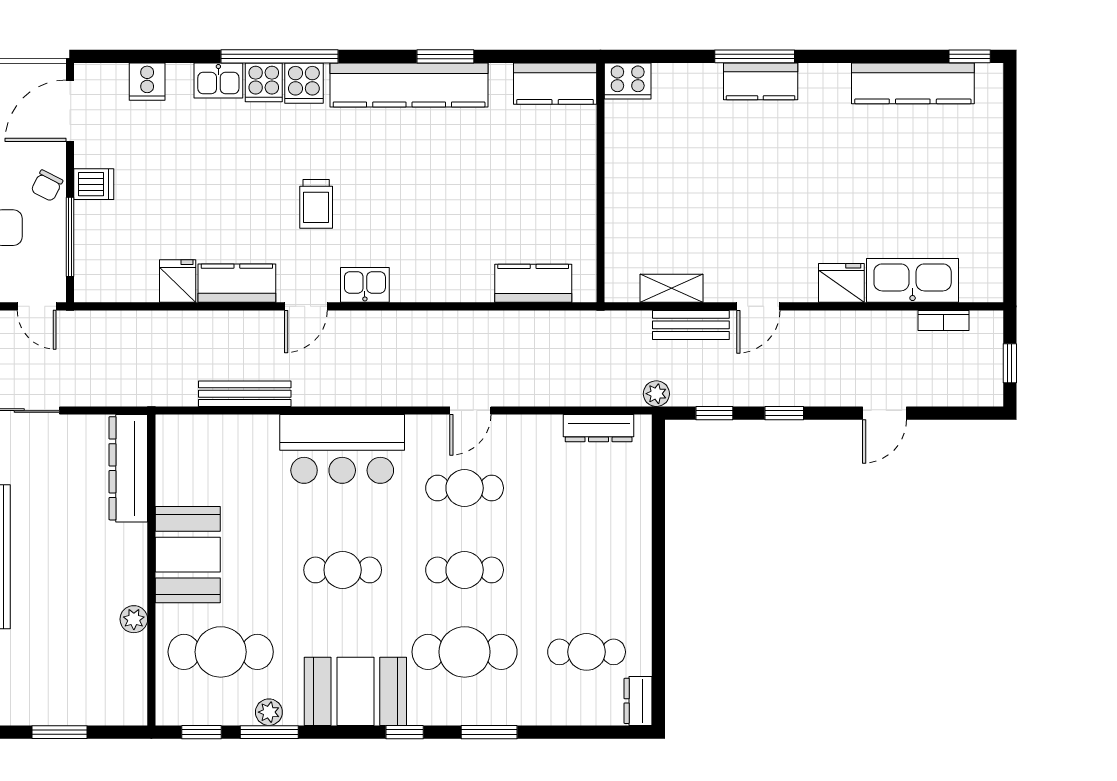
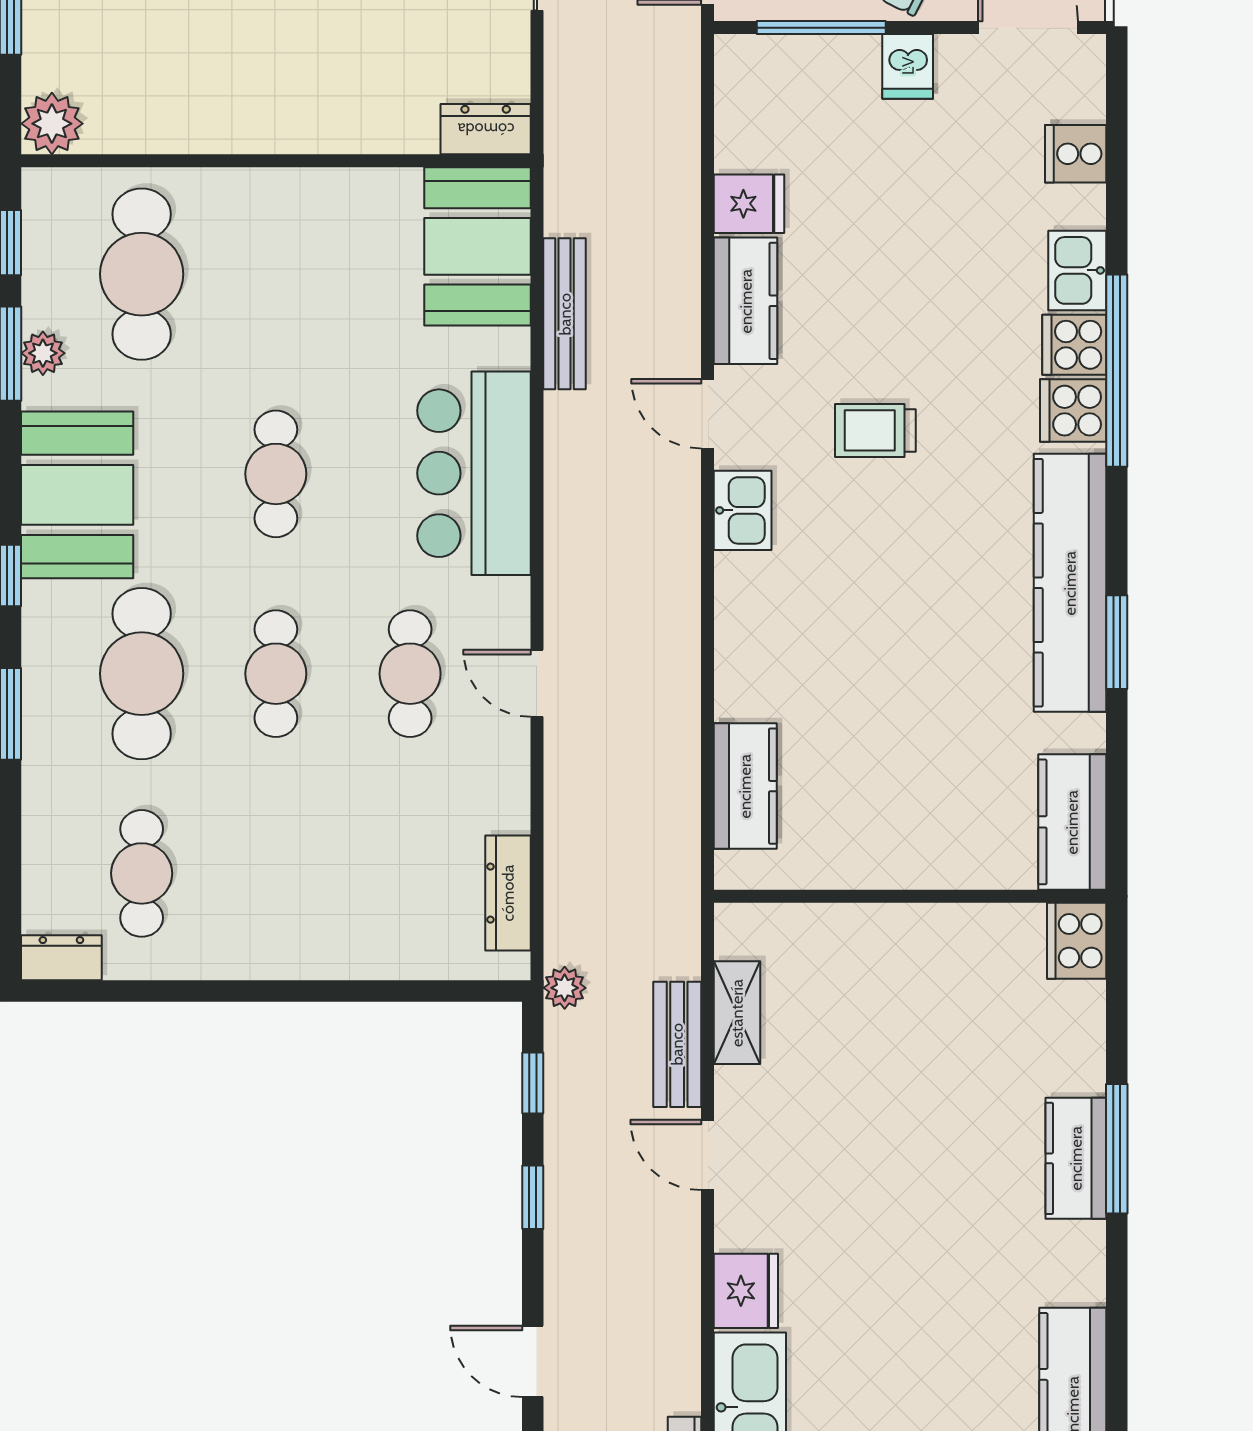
dresser: (128, 468) -> (486, 129), width x0.51, depth x0.80
booth: (188, 555) -> (477, 246), moved, turned 90
plant: (134, 619) -> (52, 124), moved, width x1.38, depth x1.38

